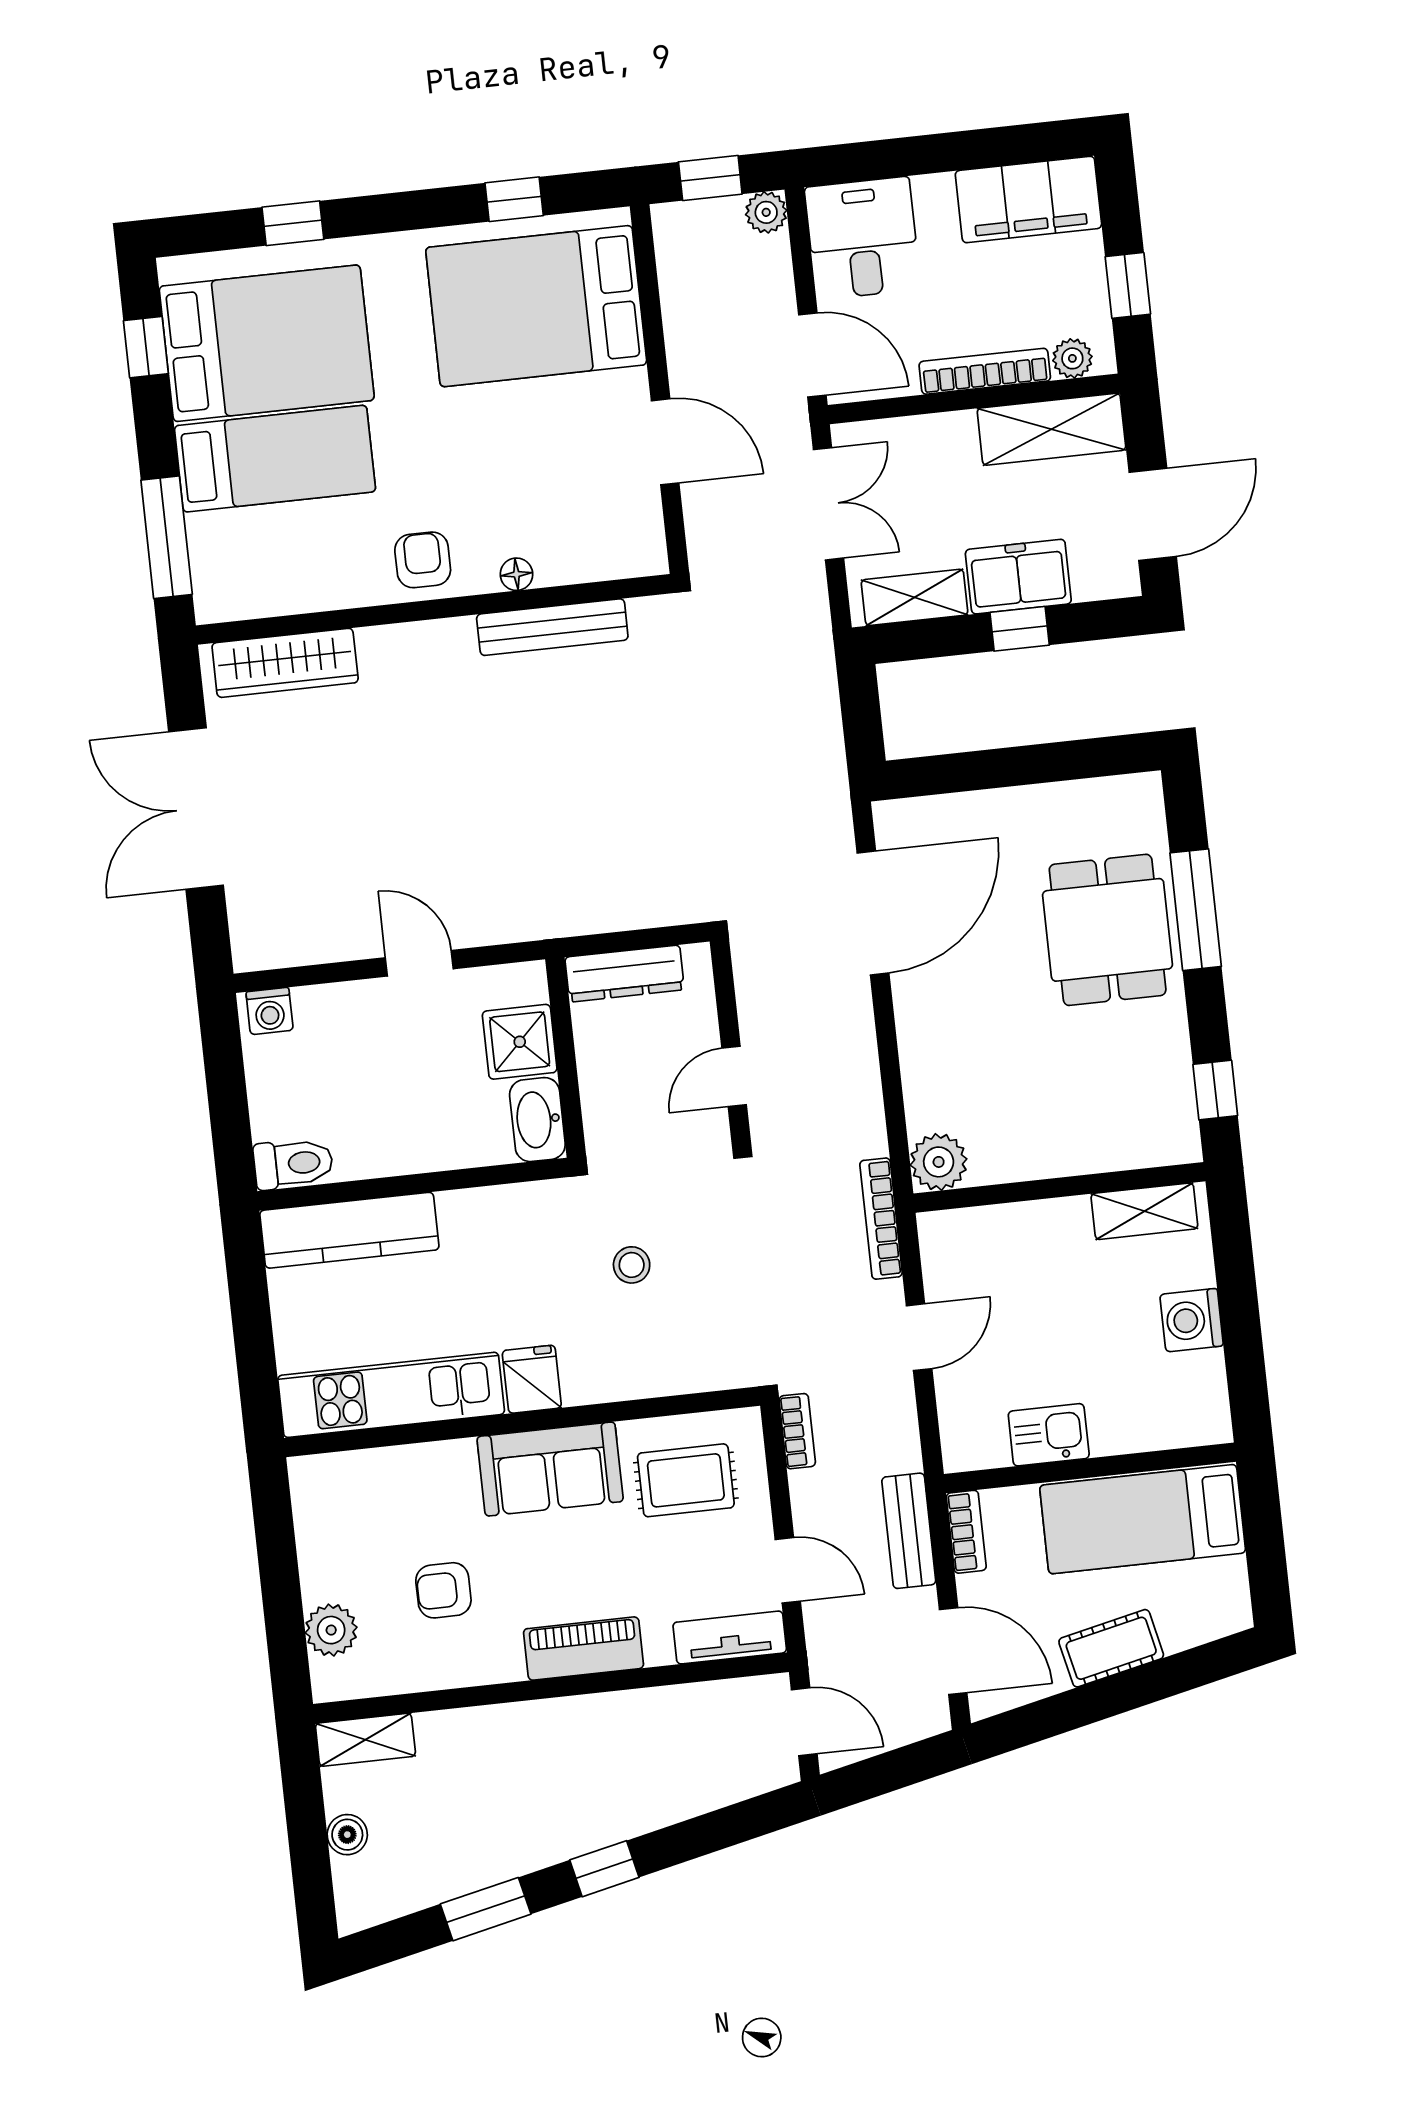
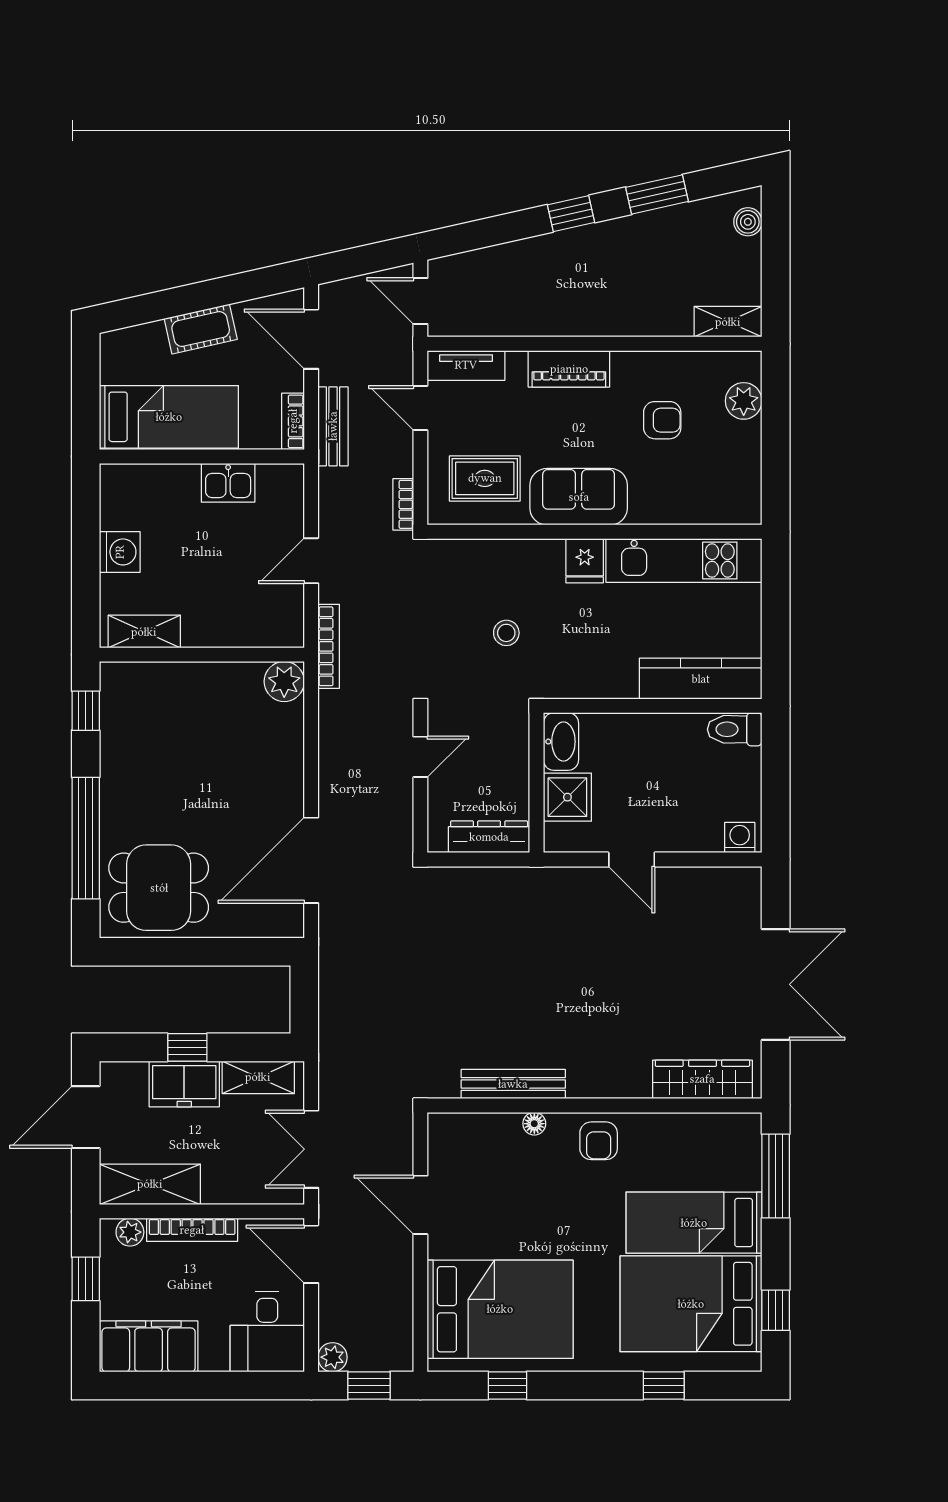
window: (1196, 910) -> (86, 838), width x1.46
dining table: (1108, 930) -> (159, 888), moved, turned 90
boiler: (347, 1835) -> (748, 222), moved

